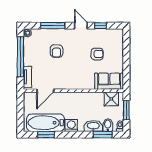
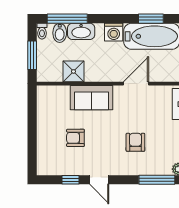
window: (53, 26) -> (157, 180), moved
sofa: (109, 81) -> (91, 98), moved
door: (45, 91) -> (136, 84), moved
shower: (111, 99) -> (73, 71), moved
window: (103, 135) -> (67, 19), width x1.44

